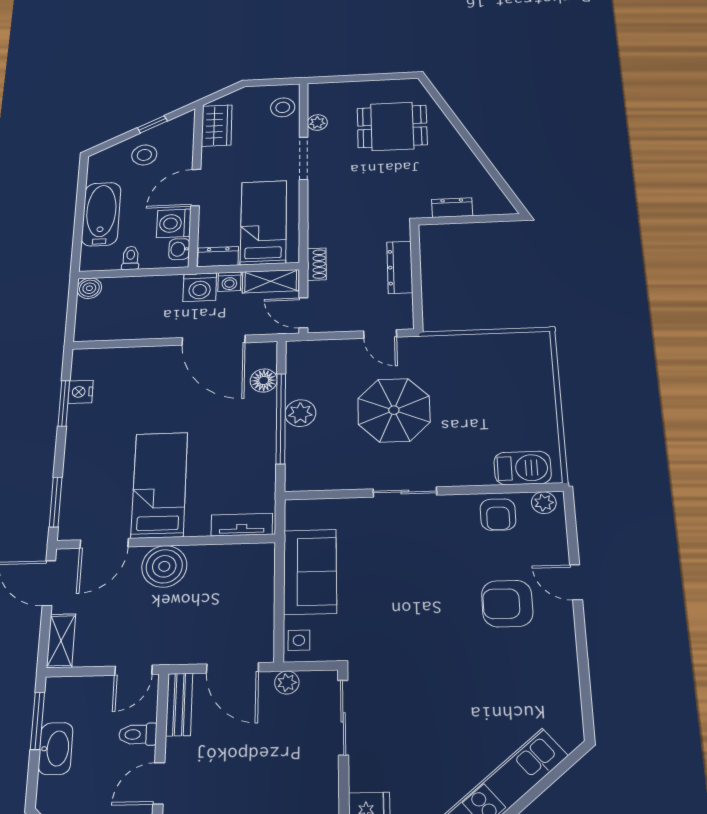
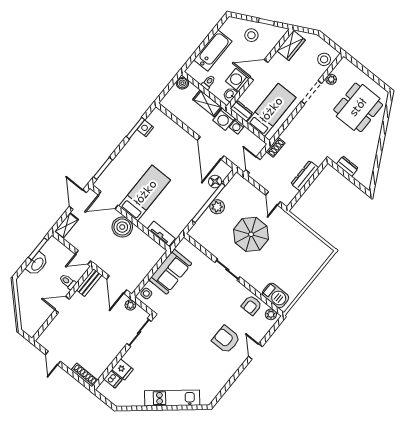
dining table: (392, 126) -> (358, 107), width x1.38
shelving: (271, 281) -> (207, 103), moved

